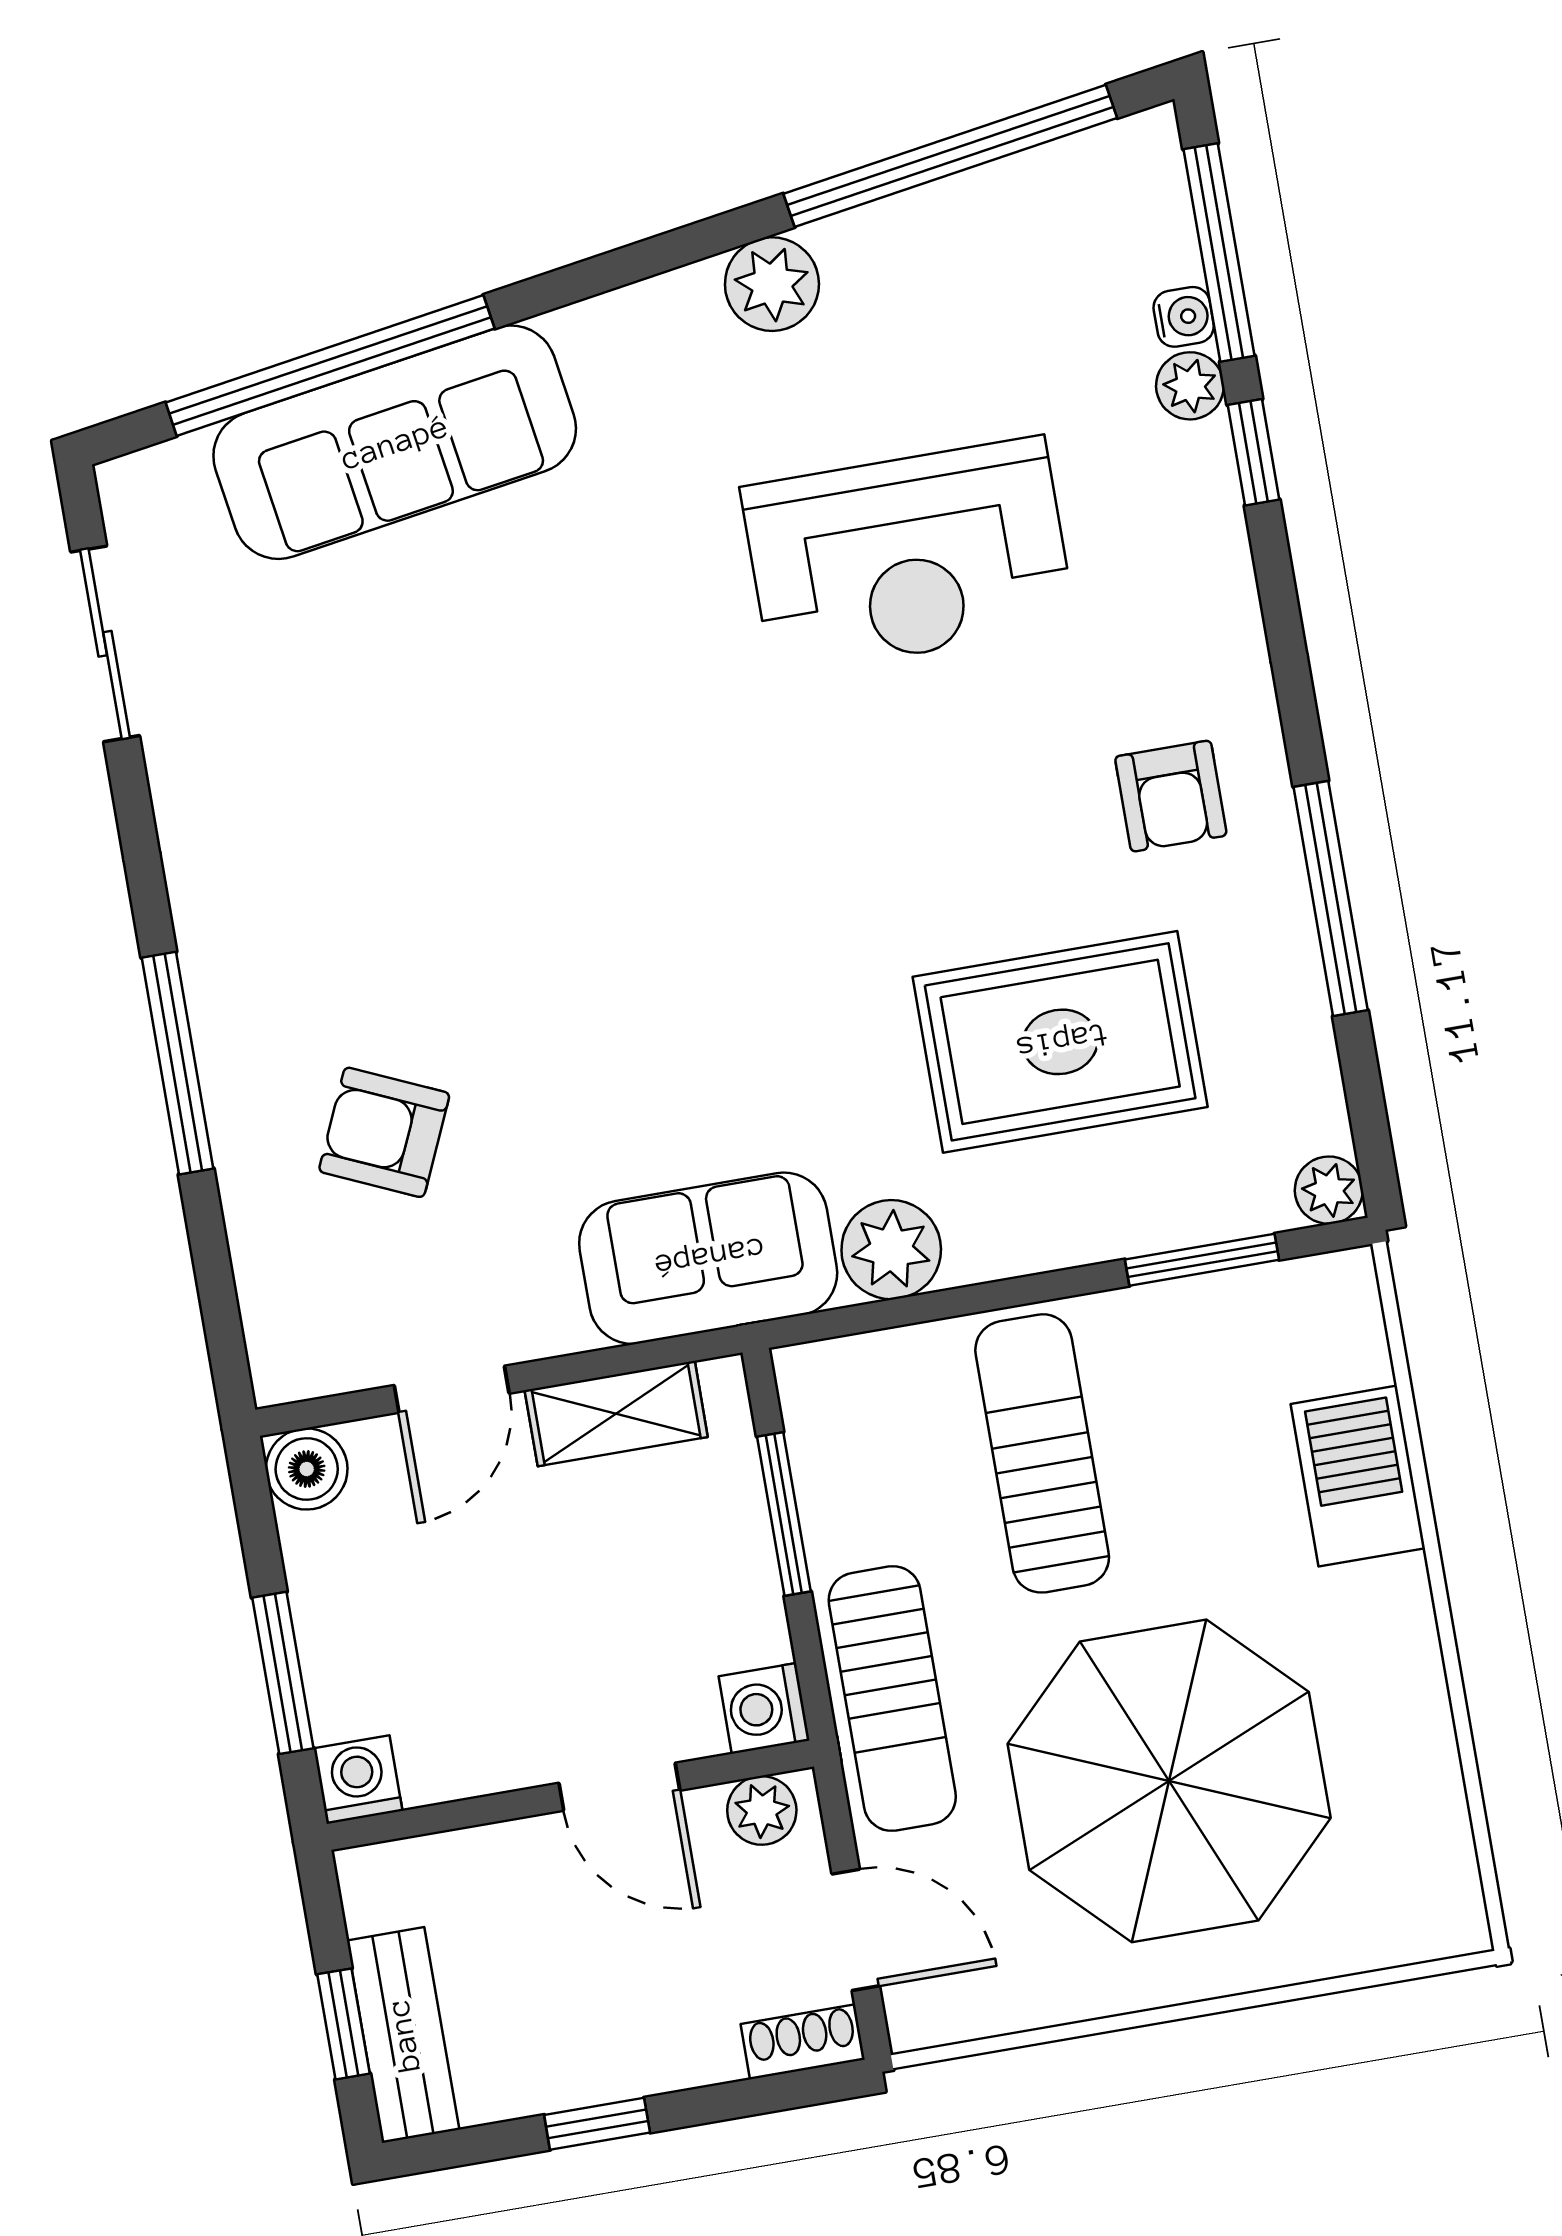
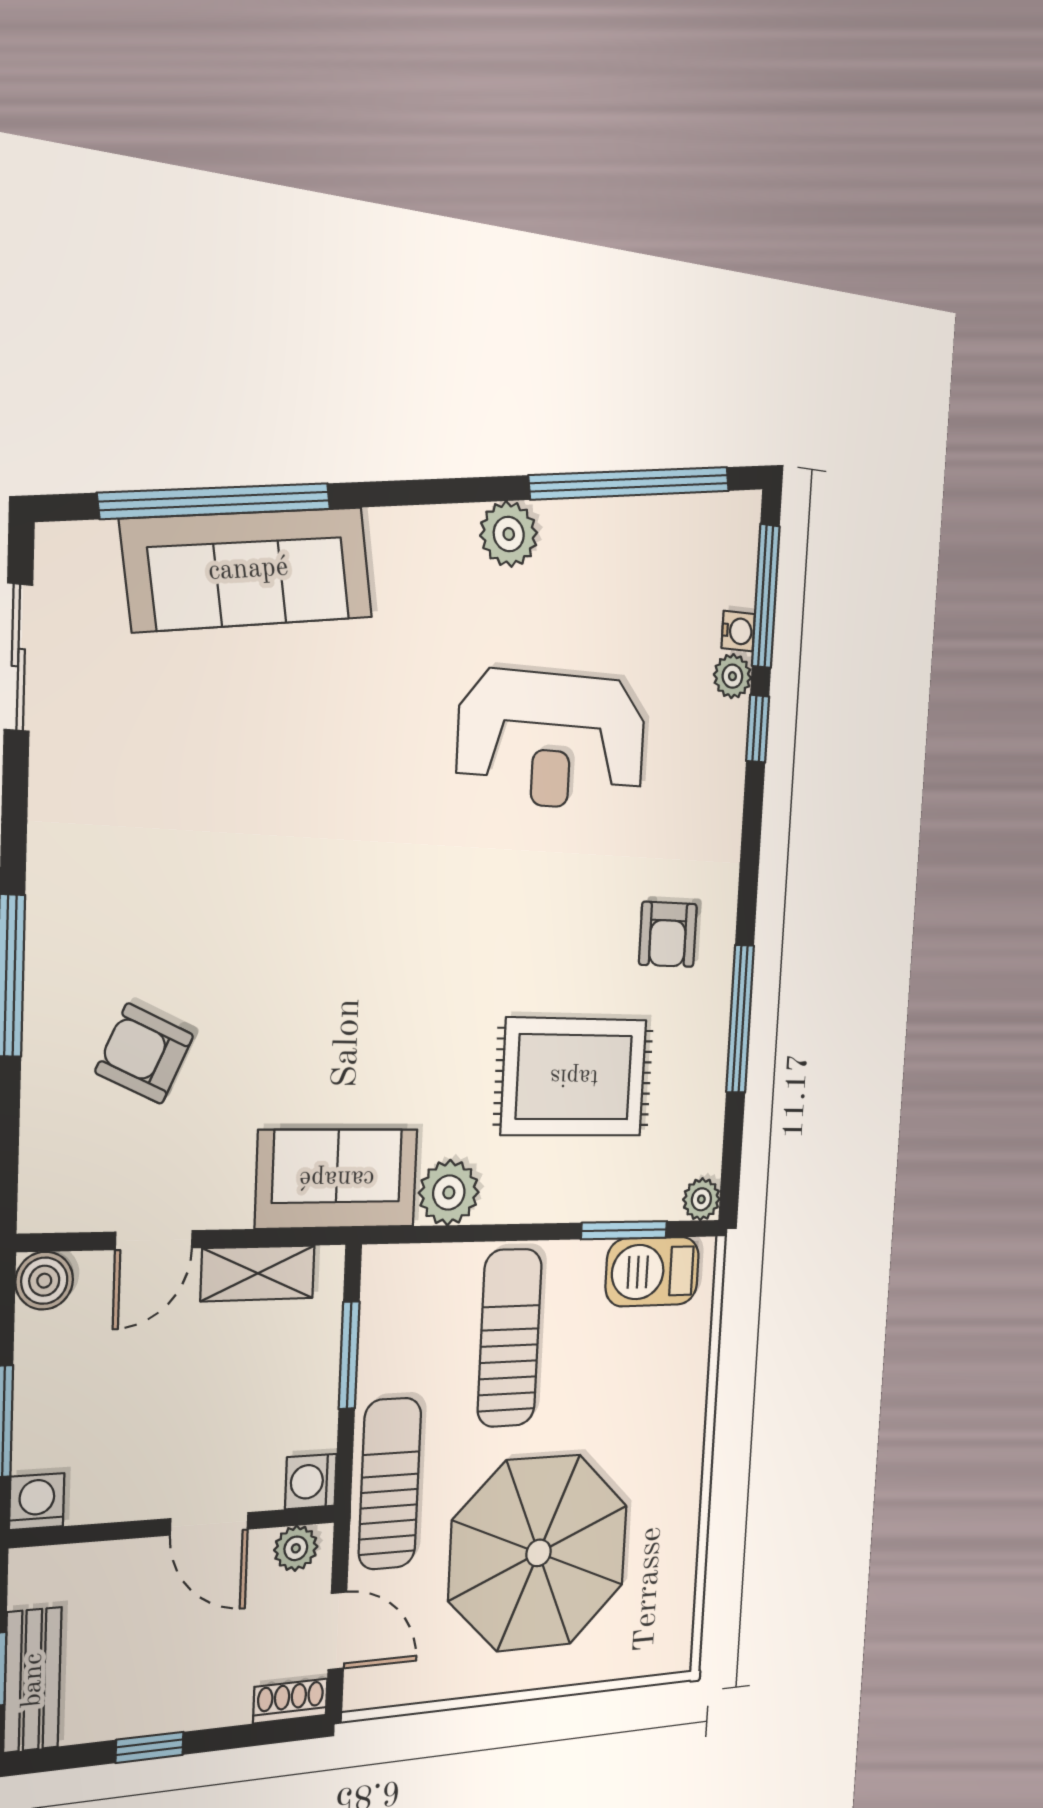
barbecue: (1358, 1476) -> (652, 1272), moved, turned -90
sun lounger: (892, 1699) -> (390, 1484), turned 180

